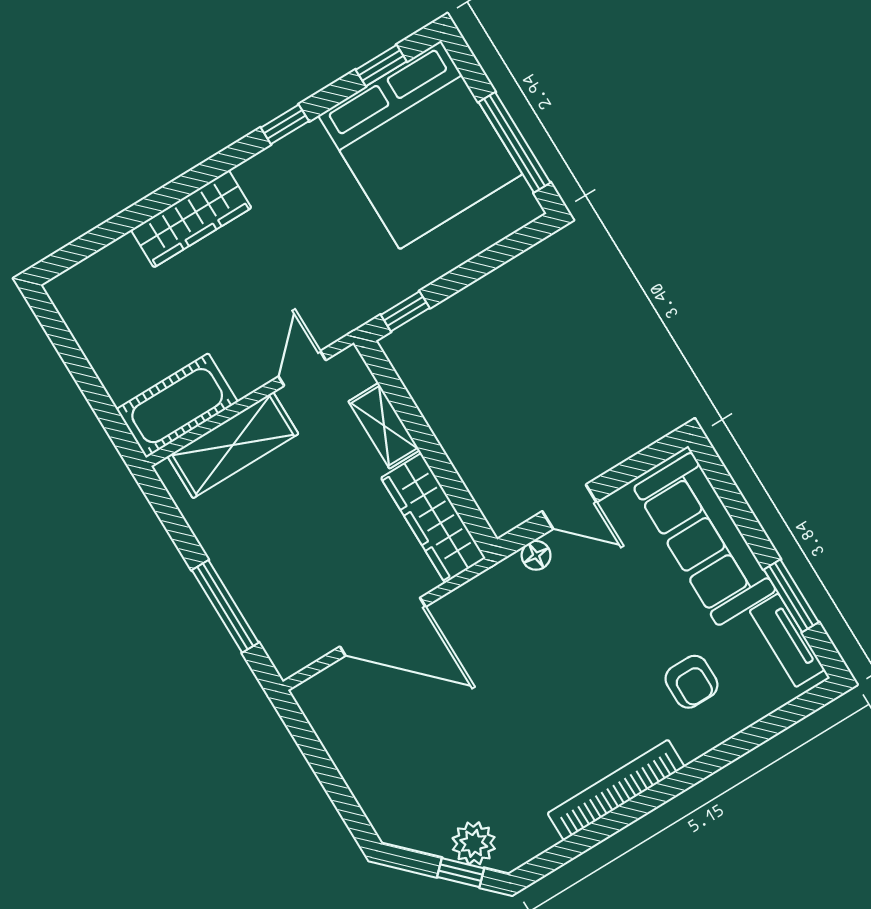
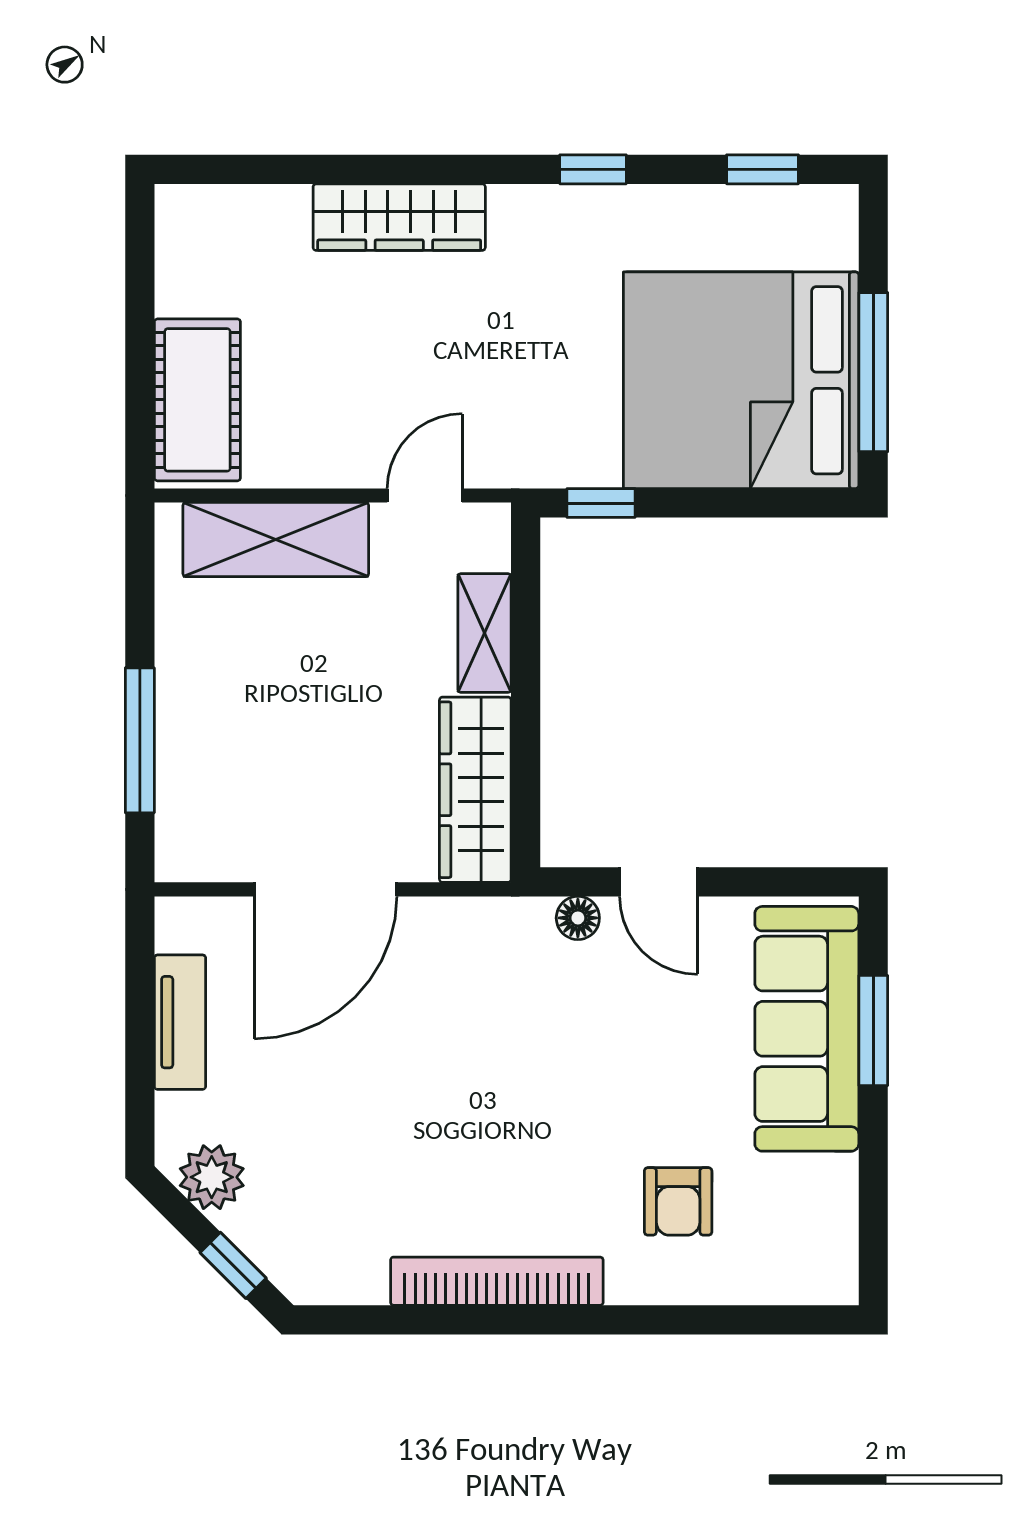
bed: (420, 145) -> (741, 380), moved, turned 90
cot: (177, 406) -> (197, 400), moved, turned 90
window: (791, 596) -> (873, 1031), moved
door: (383, 627) -> (326, 889), hinge flipped
tv unit: (787, 640) -> (180, 1022), moved, turned 180
plant: (474, 843) -> (212, 1177), moved

